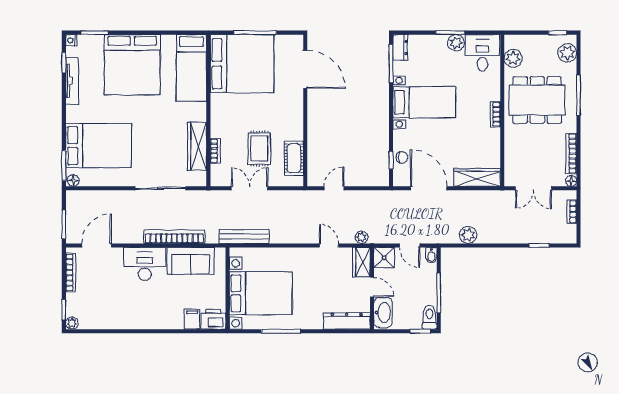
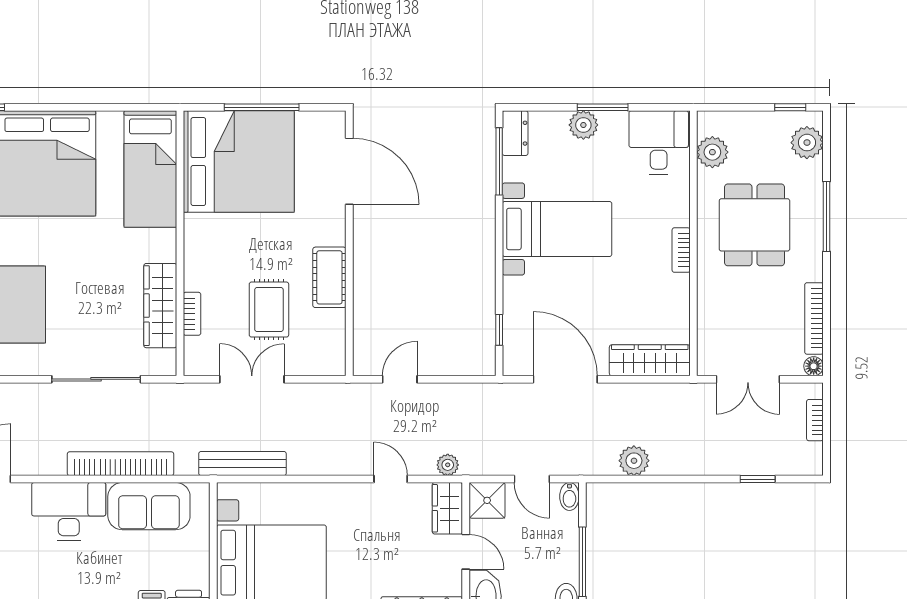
plant: (456, 43) -> (583, 125), moved
dining table: (537, 100) -> (754, 225), width x0.73
cot: (294, 158) -> (329, 277), moved
chair: (402, 158) -> (518, 326), removed

